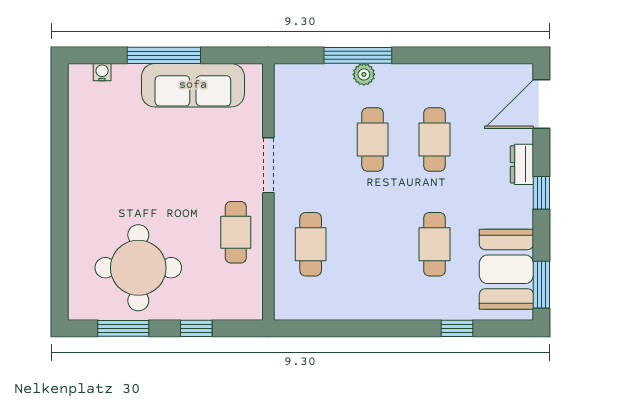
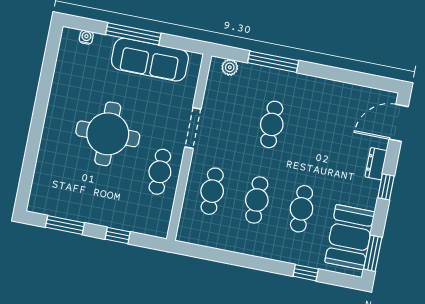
plant: (364, 74) -> (230, 67), moved
cafe table: (434, 139) -> (257, 200), moved
round table: (138, 268) -> (108, 134), moved

